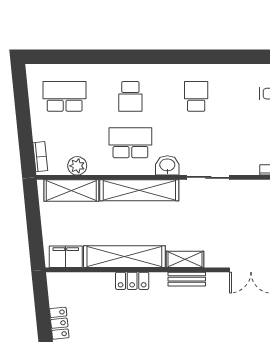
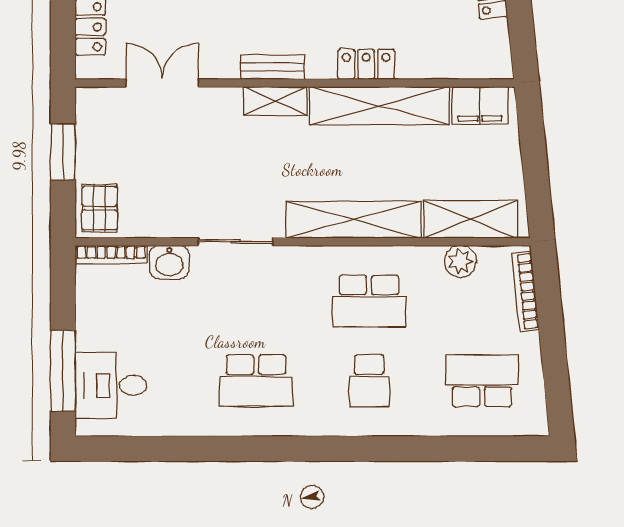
school desk: (65, 96) -> (482, 381), turned 180
school desk: (130, 96) -> (369, 381), turned 180
school desk: (196, 96) -> (256, 381), width x1.85
bookcase: (40, 157) -> (525, 291), width x1.56
washbasin: (167, 165) -> (169, 262), moved

